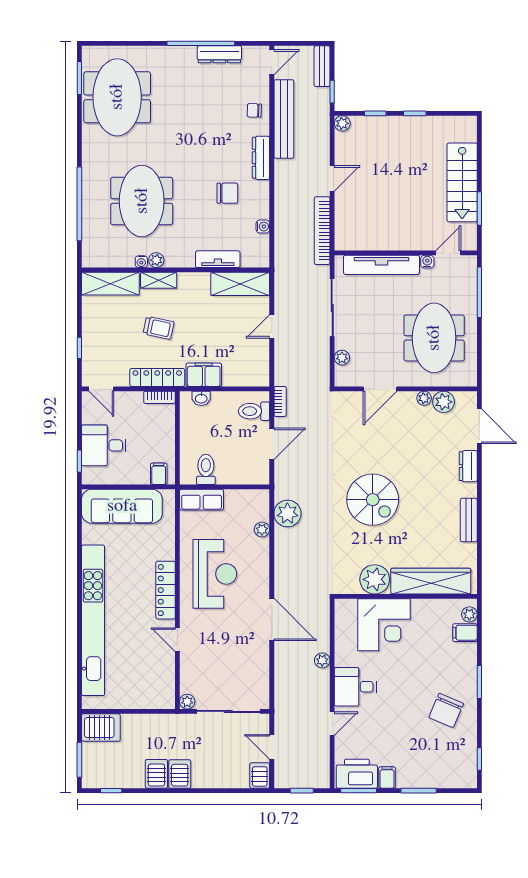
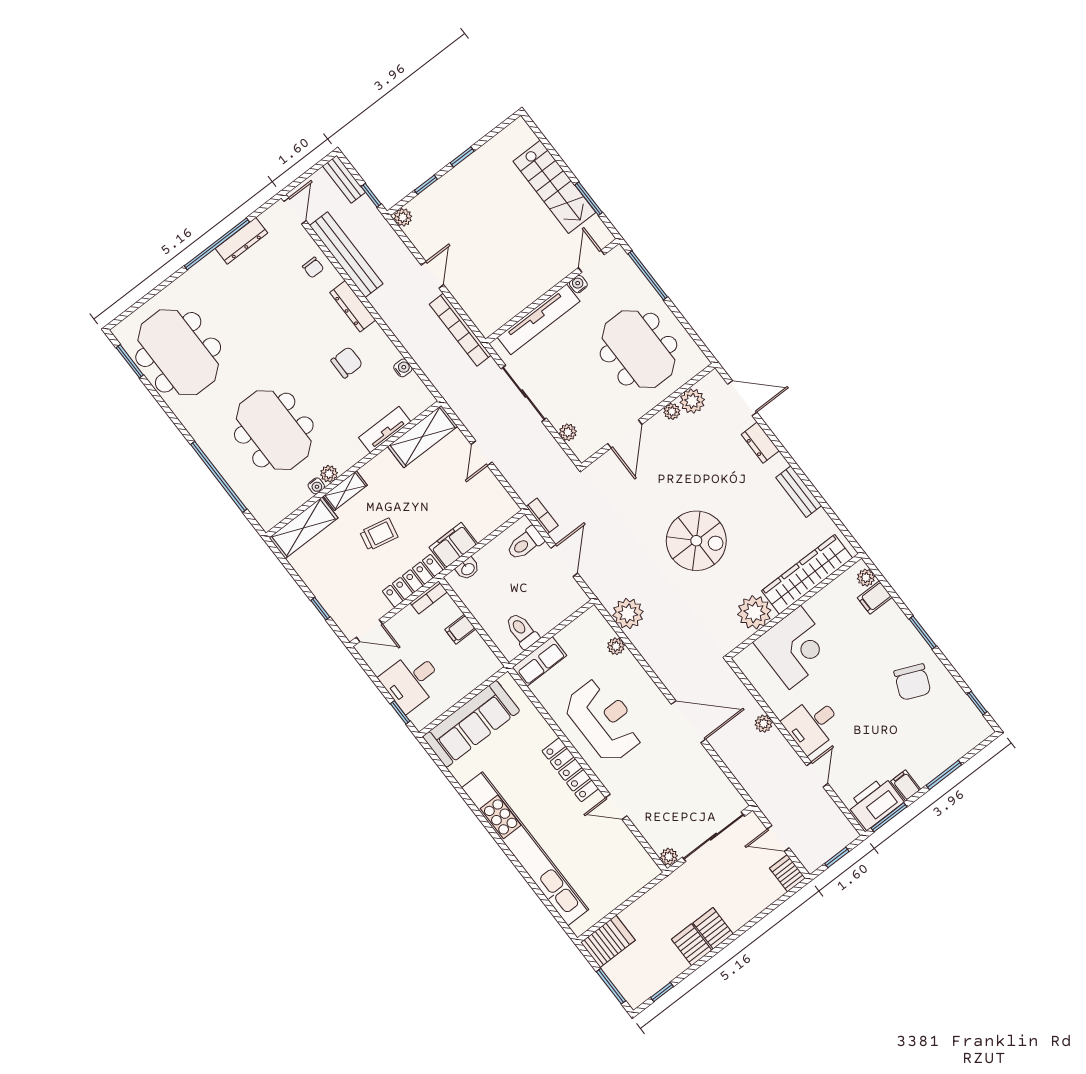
chair: (254, 110) -> (313, 268), turned -92
filing cabinet: (159, 474) -> (460, 629), moved, turned -90

